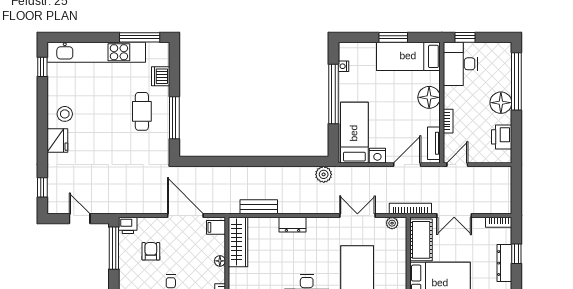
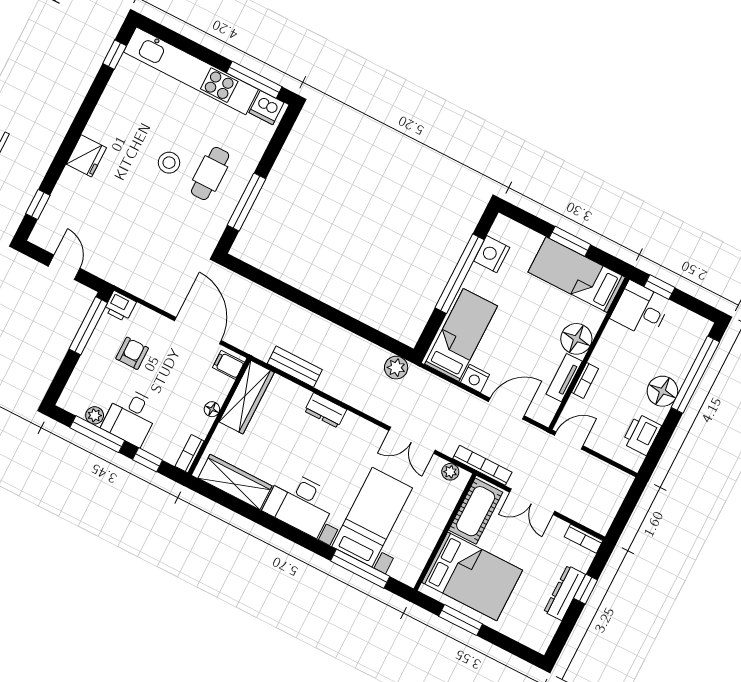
desk: (460, 64) -> (640, 310), width x0.73
nightstand: (343, 66) -> (492, 254), width x1.89, depth x1.79
dishwasher: (161, 76) -> (266, 108), moved, turned -90
stool: (65, 114) -> (169, 163), moved
tv unit: (434, 143) -> (564, 378), moved
double door: (357, 216) -> (412, 440), swing flipped

